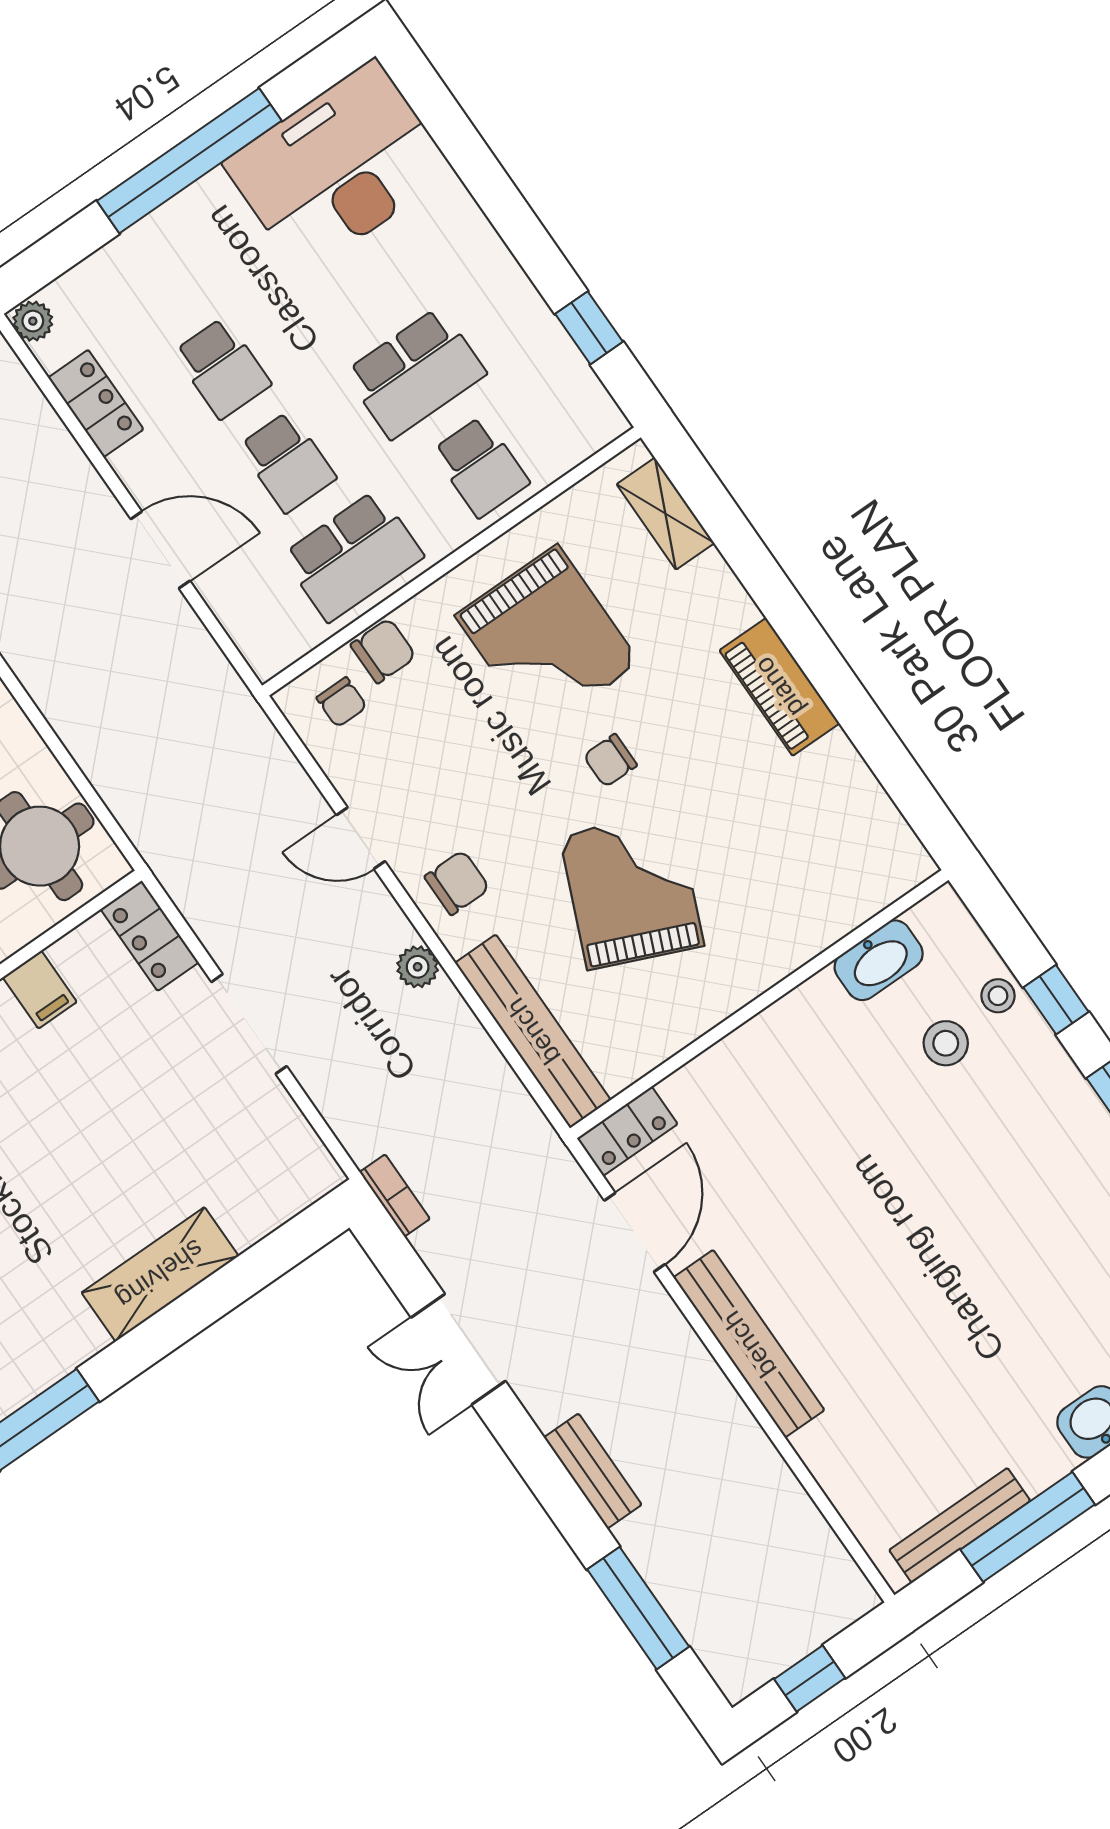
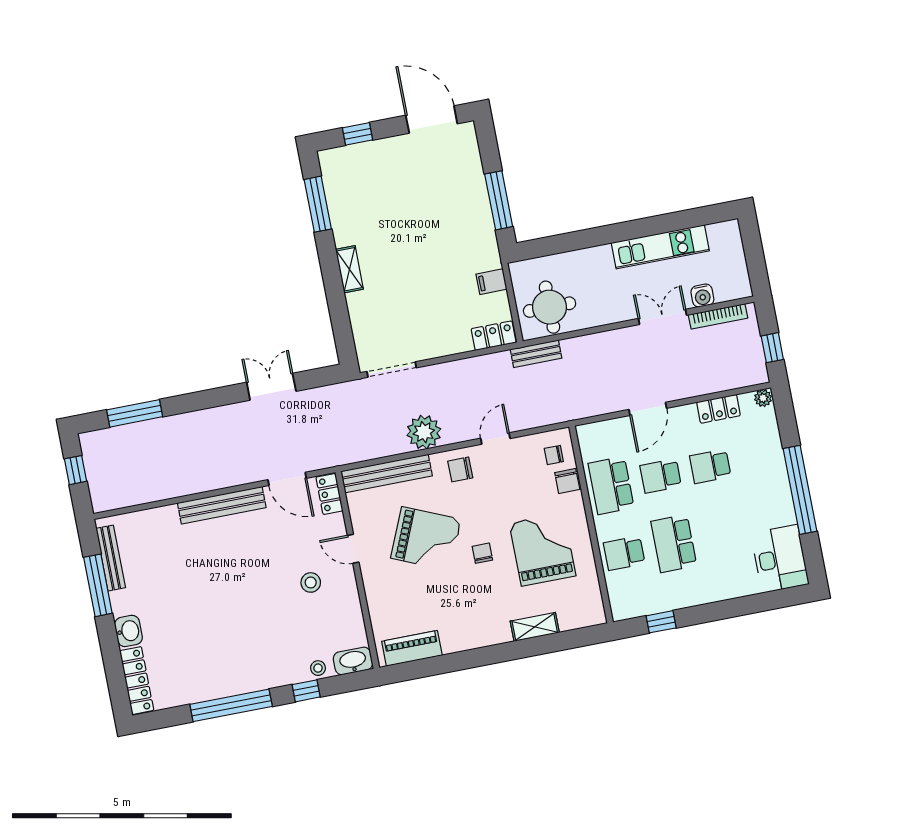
desk: (338, 167) -> (780, 559), width x0.73, depth x0.77
shelving: (665, 514) -> (535, 627), moved
grand piano: (547, 639) -> (543, 549), turned 90
piano: (779, 687) -> (412, 648), moved
chair: (457, 883) -> (460, 469), turned 90
washbasin: (879, 960) -> (353, 661), moved, turned 90
plant: (418, 967) -> (424, 432), width x1.88, depth x1.88
doorway: (249, 1024) -> (392, 370), moved
door: (719, 1032) -> (353, 549), added
stool: (946, 1043) -> (311, 582), moved
bookcase: (395, 1195) -> (345, 388), removed
shelving: (160, 1274) -> (349, 269), width x0.67, depth x0.75
bench: (593, 1471) -> (536, 354), moved

